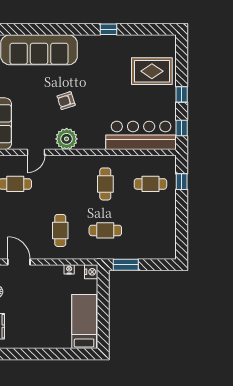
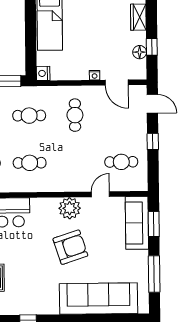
armchair: (66, 101) -> (70, 247), width x1.88, depth x1.88
cafe table: (105, 184) -> (30, 163), turned 90
nightstand: (69, 269) -> (95, 75), moved

